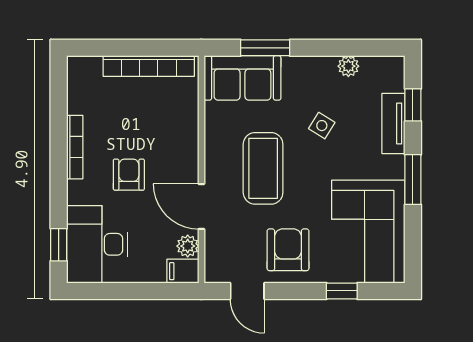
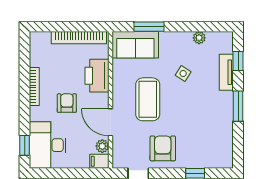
printer: (179, 129) -> (97, 76), added
corner sofa: (368, 232) -> (211, 137), removed

